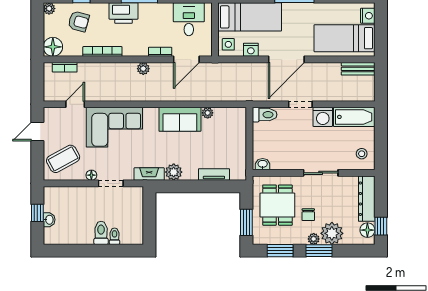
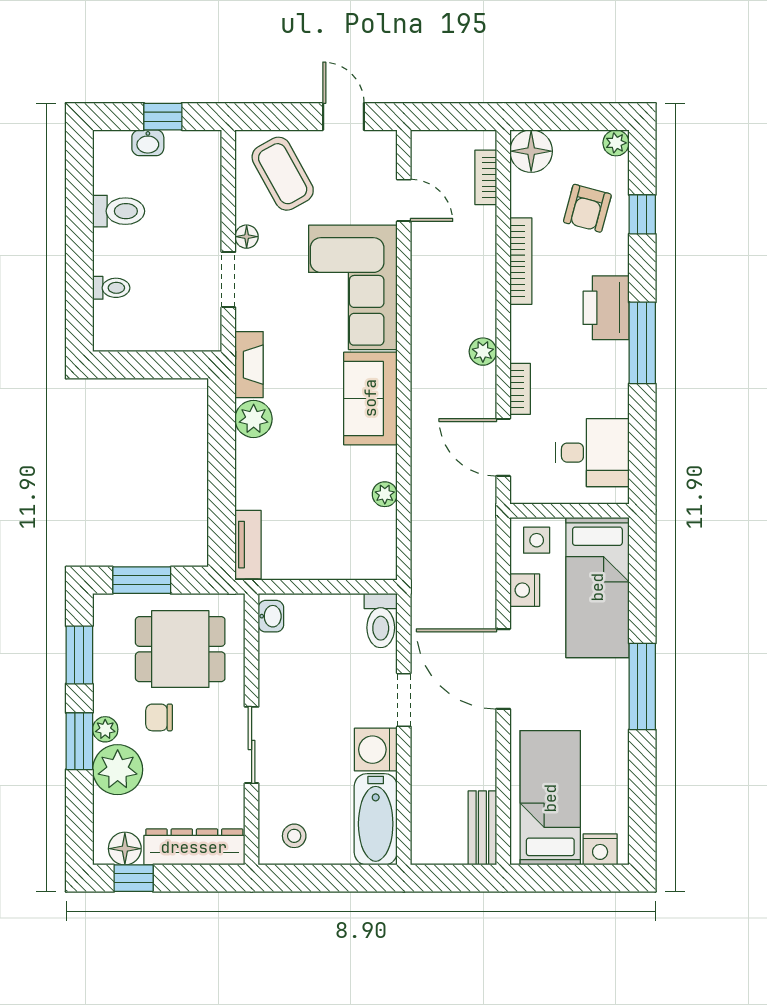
sofa: (180, 119) -> (370, 398), moved
tv unit: (214, 175) -> (248, 545), moved
toilet: (101, 233) -> (119, 211), moved

